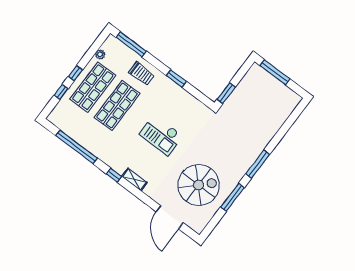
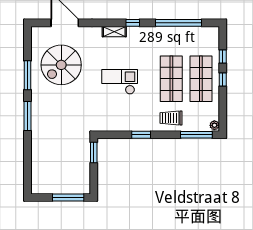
plant: (100, 54) -> (214, 125), moved

